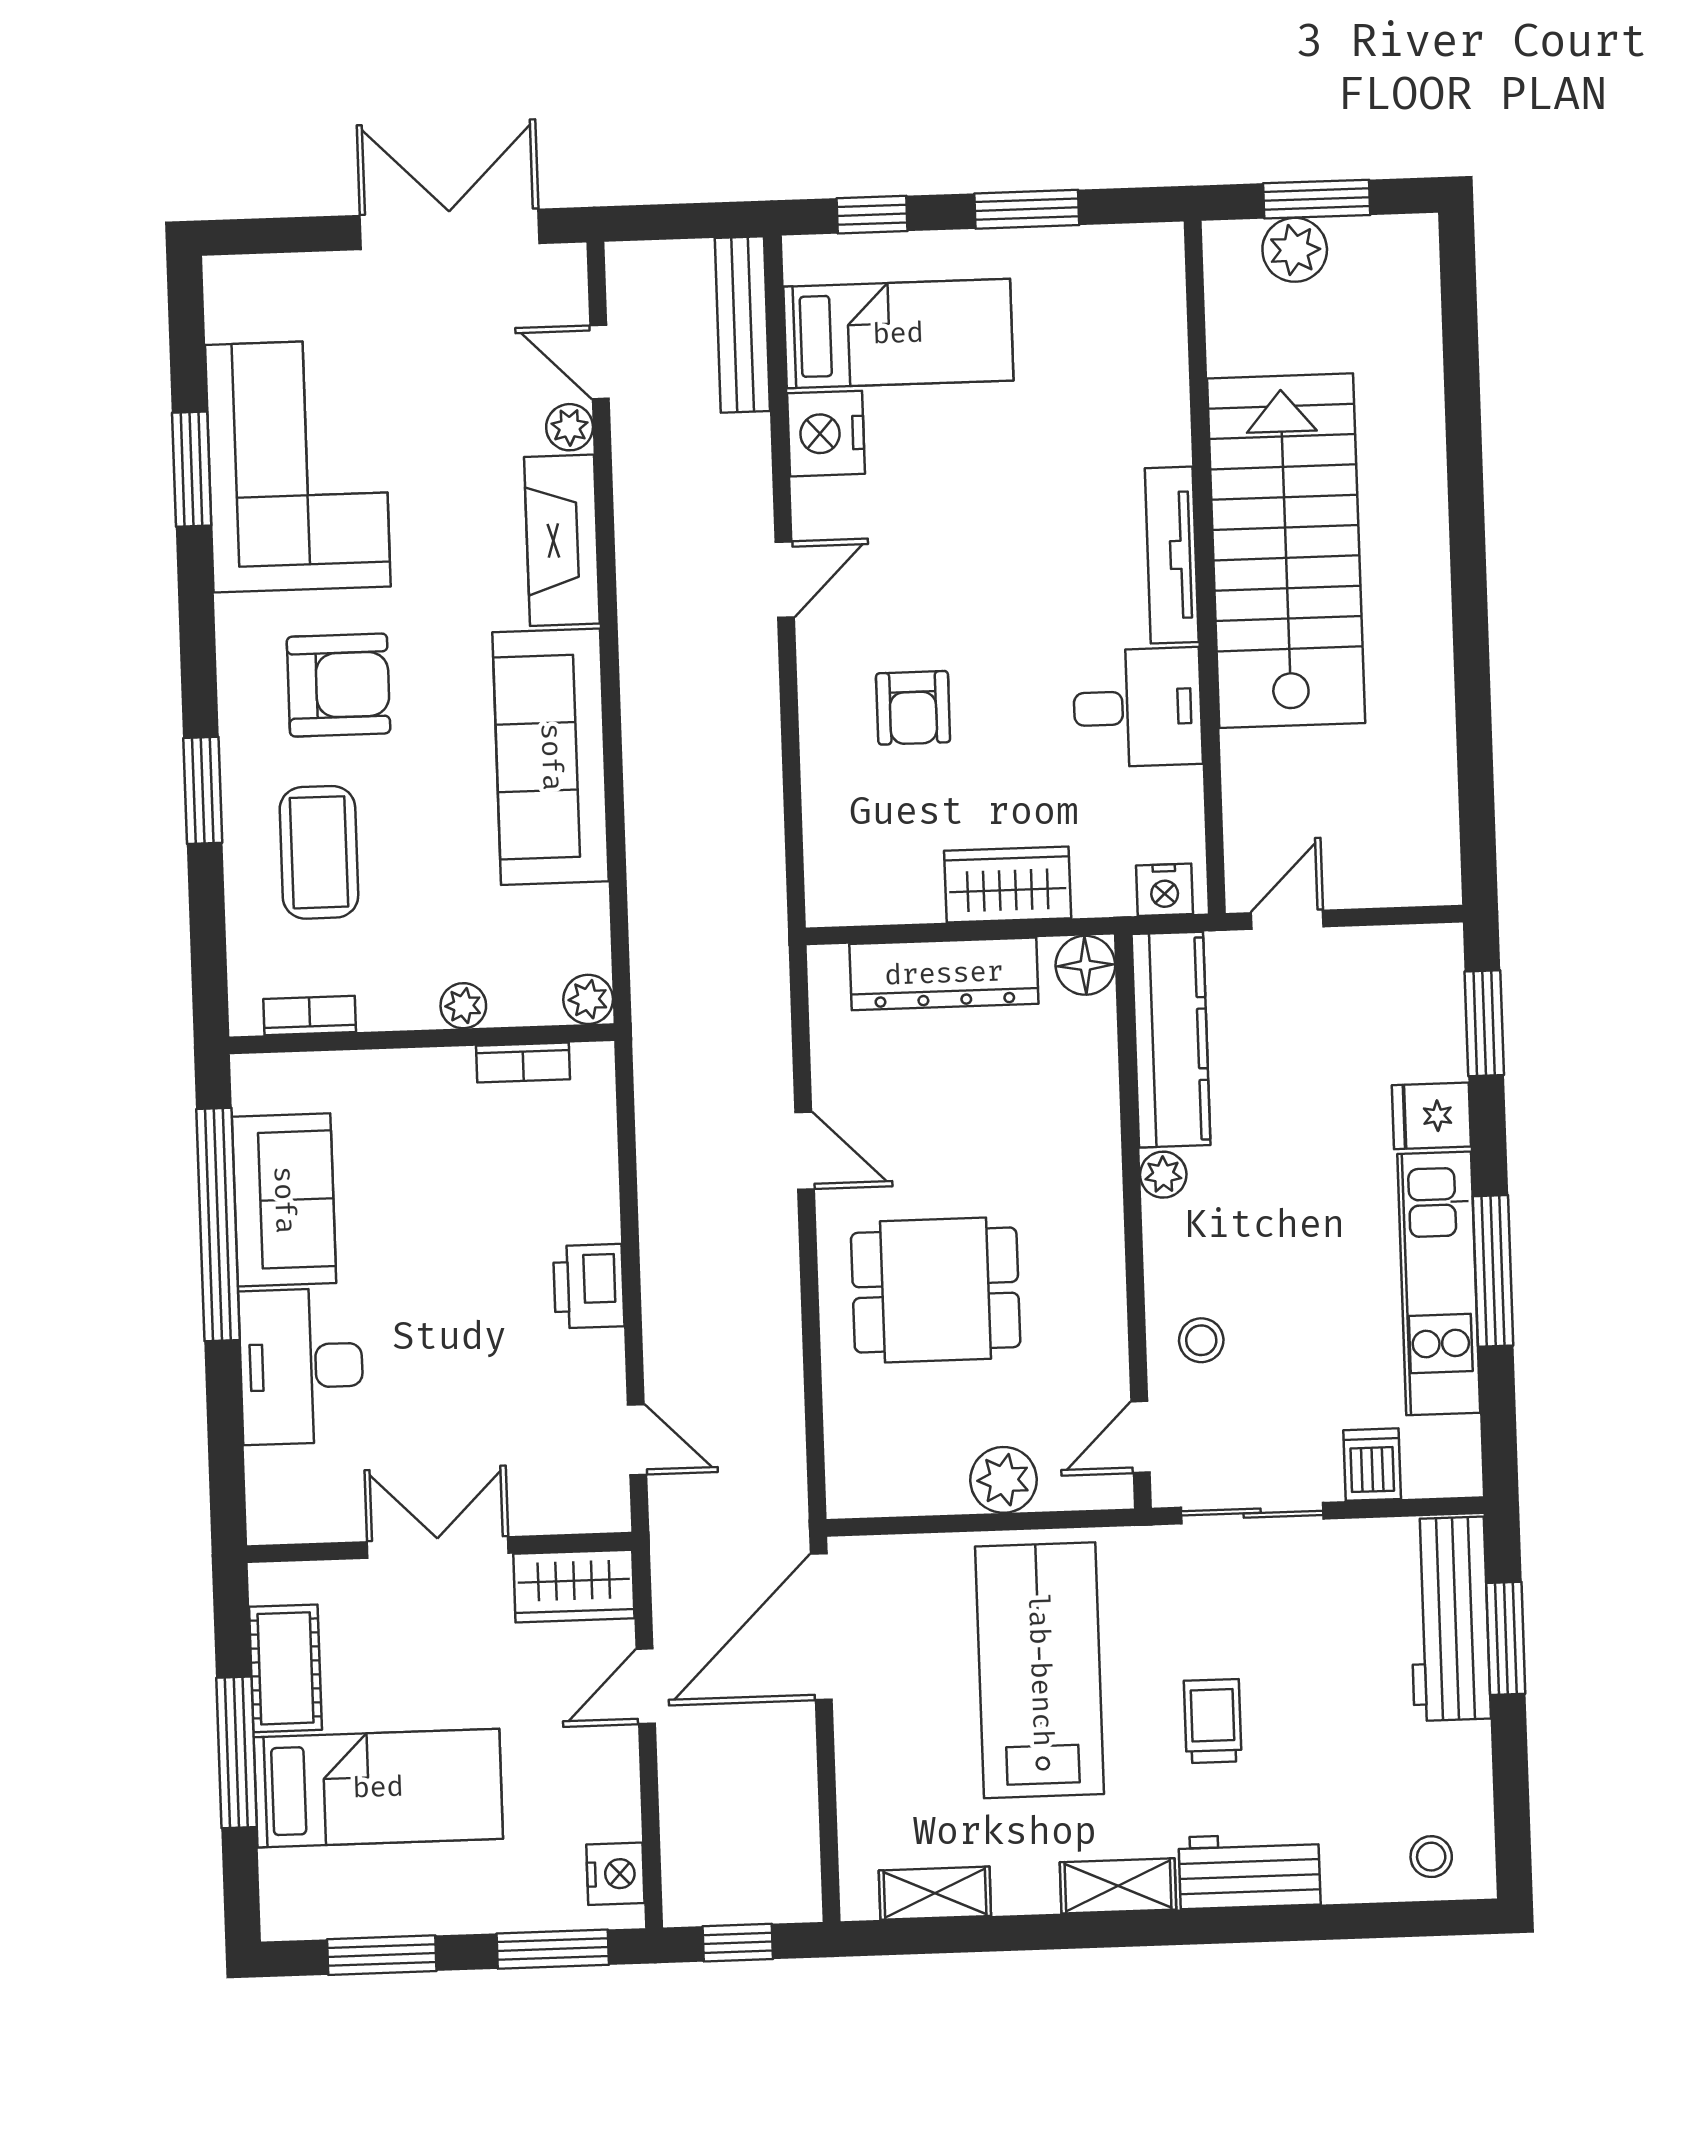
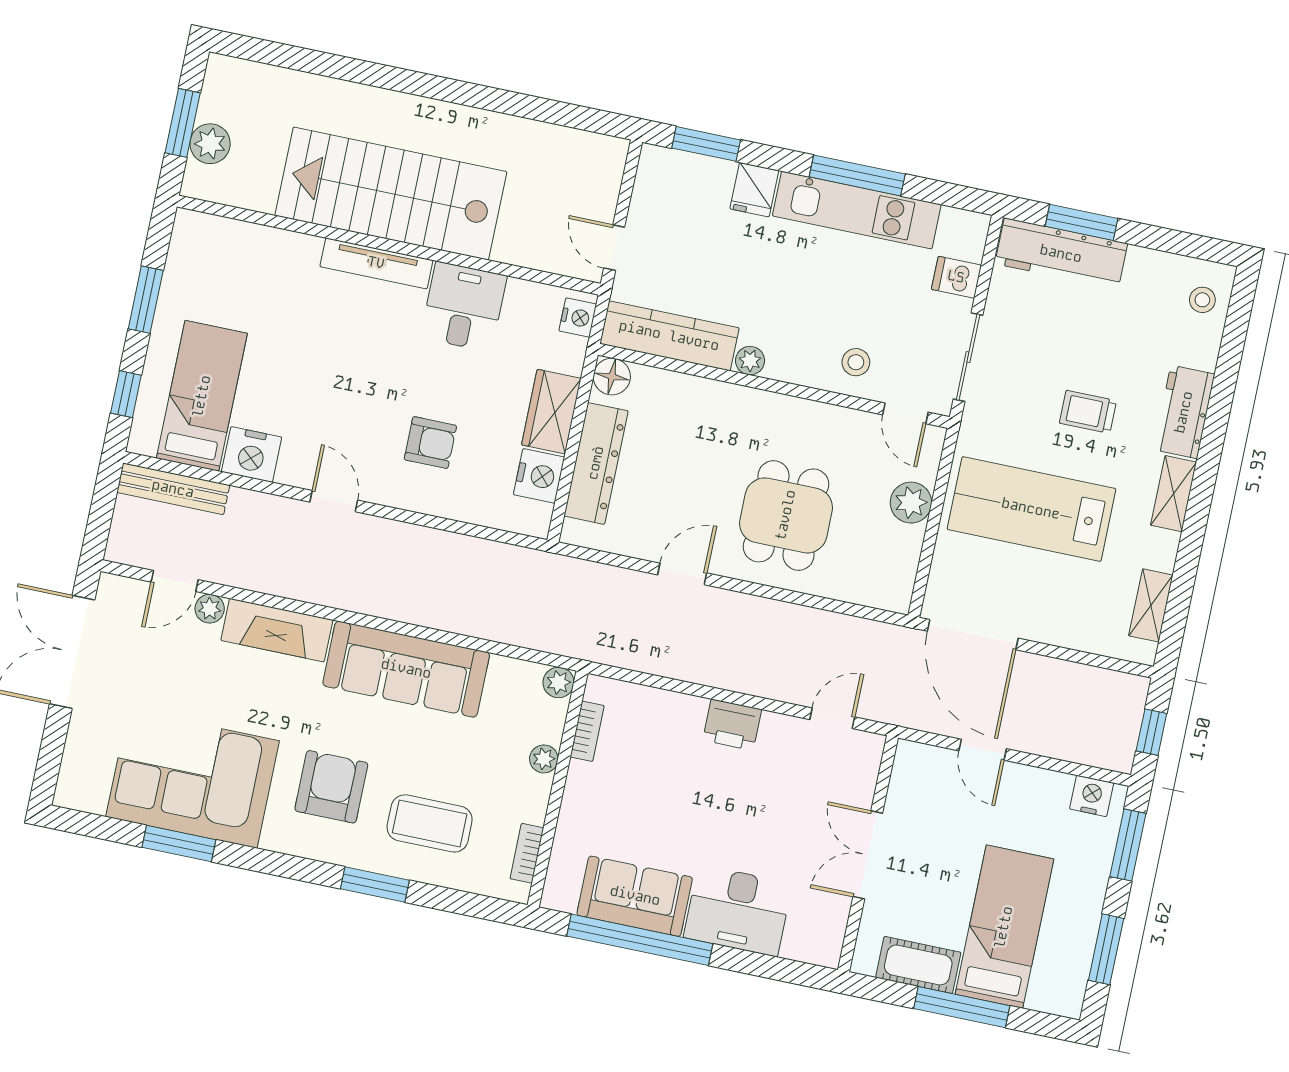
nightstand: (903, 890) -> (539, 476), added
wardrobe: (574, 1586) -> (911, 778), removed

